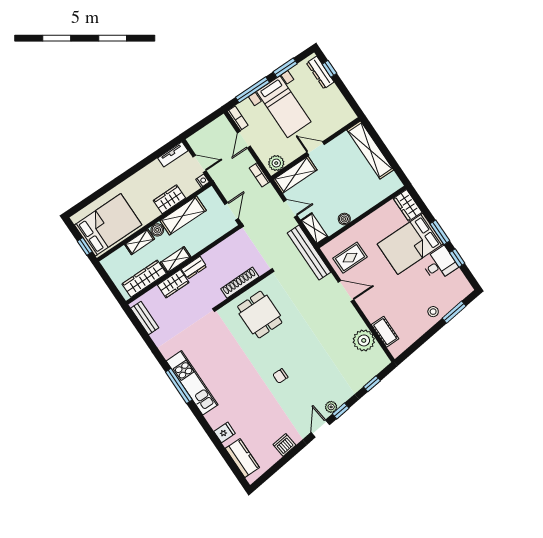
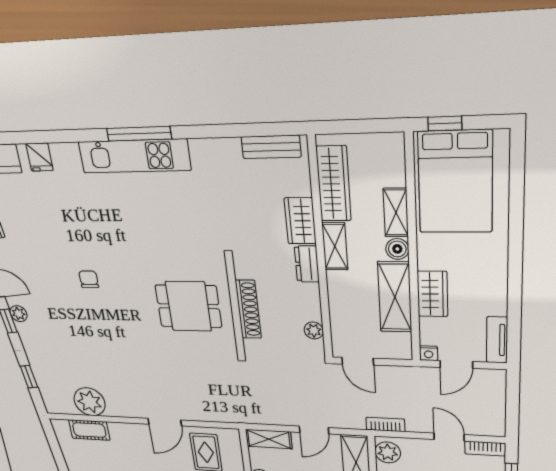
plant: (229, 243) -> (314, 330), added
bench: (309, 253) -> (240, 414), removed

